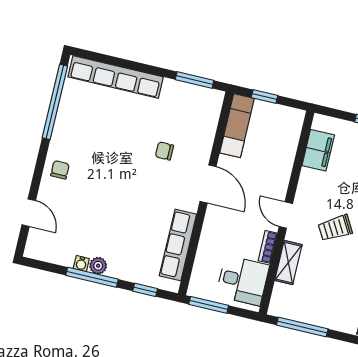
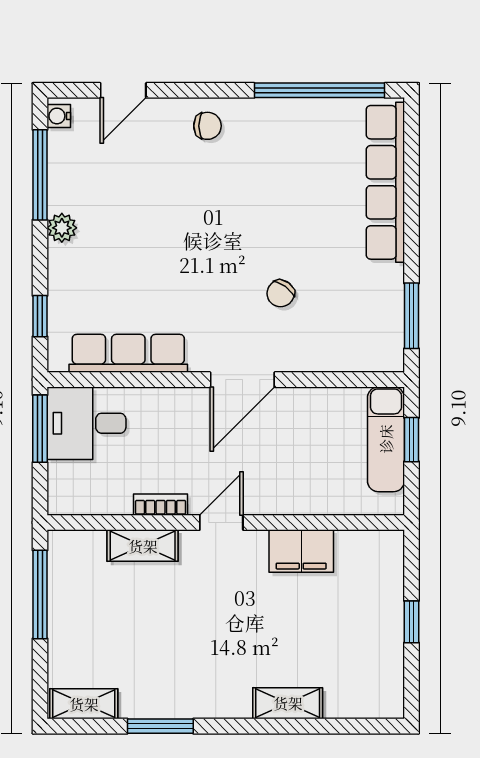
exam couch: (237, 126) -> (386, 439), moved, turned 90
filing cabinet: (318, 150) -> (301, 551), moved
chair: (164, 151) -> (281, 293), turned -144
trolley: (335, 228) -> (219, 610), removed
water cooler: (81, 264) -> (59, 116), moved
window: (92, 277) -> (40, 175), moved
desk: (243, 280) -> (86, 423), moved, turned 90

